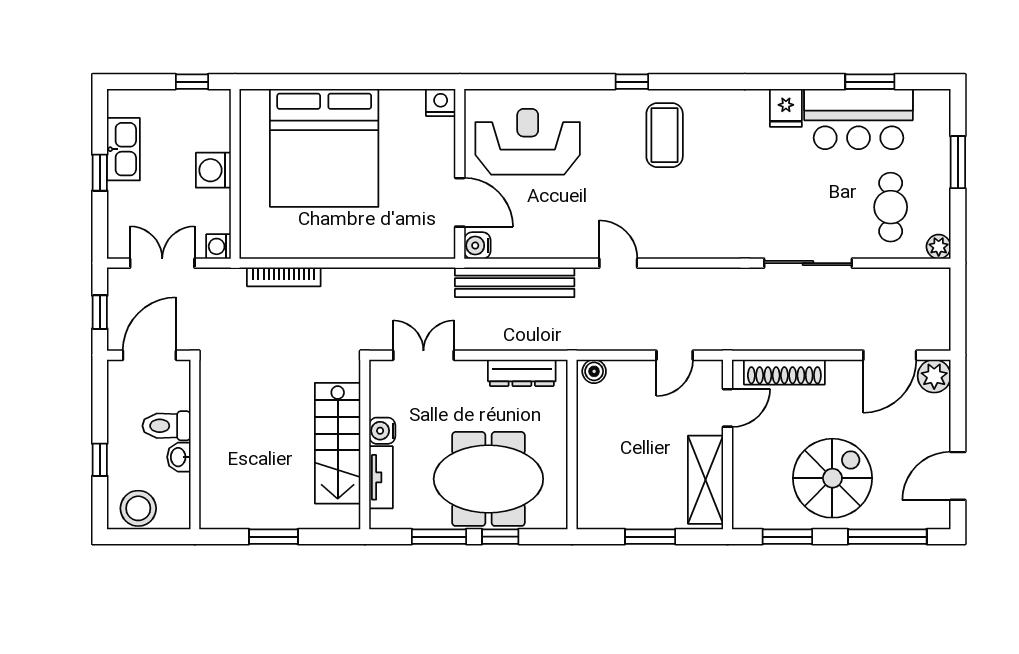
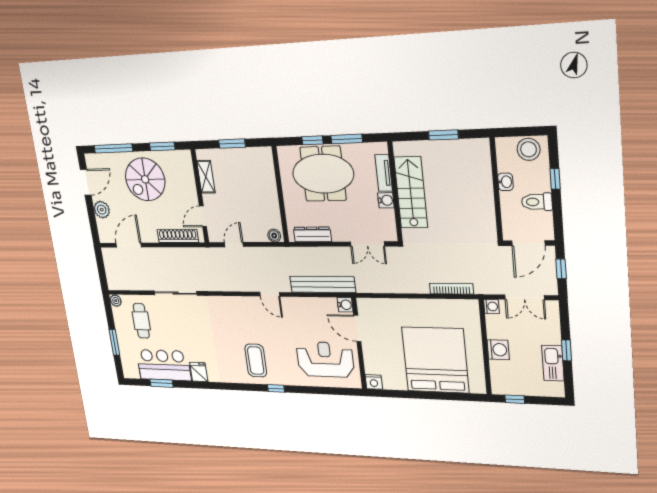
reception desk: (528, 142) -> (325, 360), turned 180
plant: (934, 376) -> (102, 210), moved
toilet: (166, 426) -> (537, 202), moved, turned 180
shelving: (706, 480) -> (206, 177), width x0.67, depth x0.75

